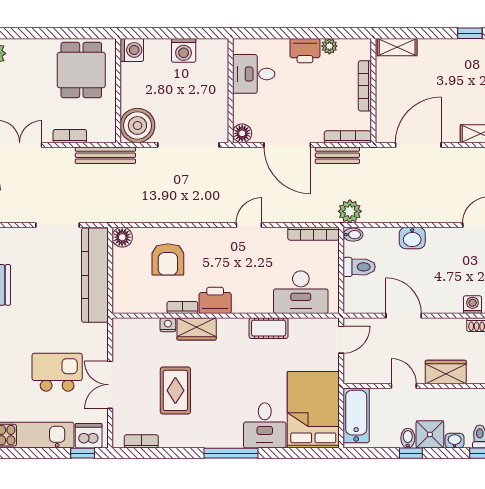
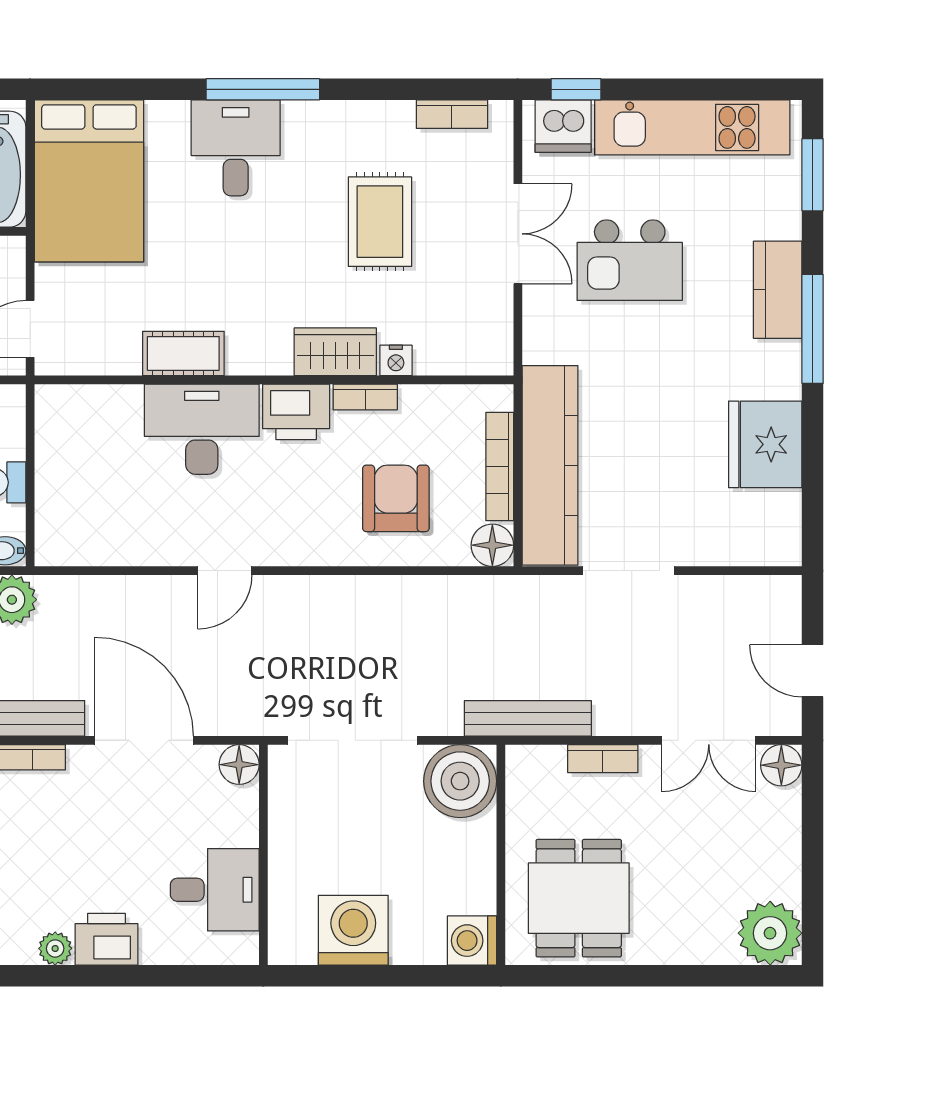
washing machine: (184, 50) -> (353, 930), width x1.37, depth x1.37
bookcase: (314, 234) -> (500, 467), moved, turned -90
desk: (301, 292) -> (202, 429), moved
desk: (265, 425) -> (236, 148), moved

